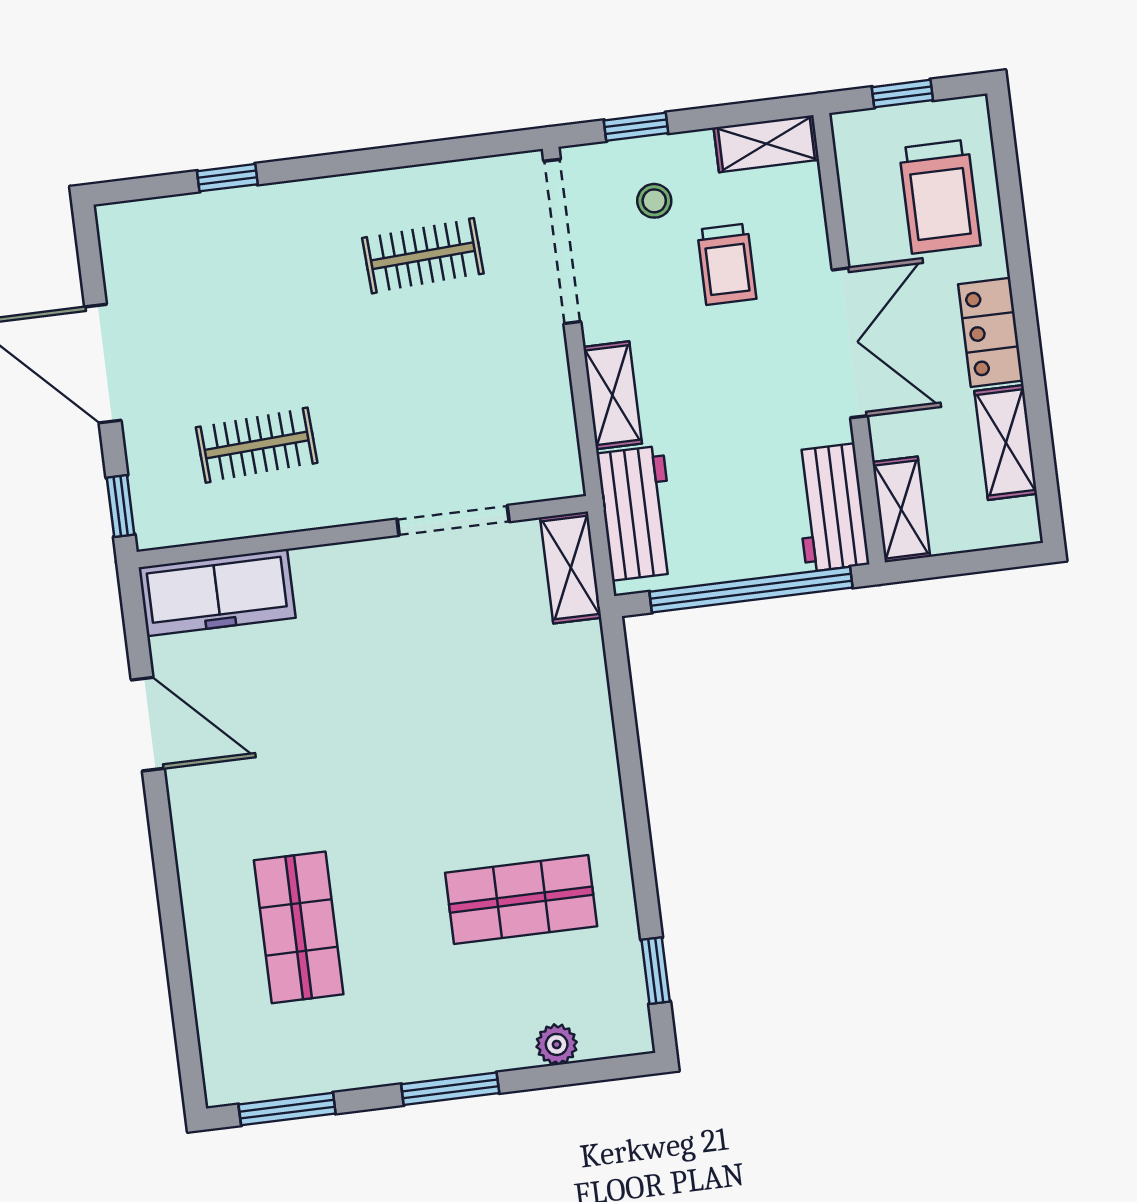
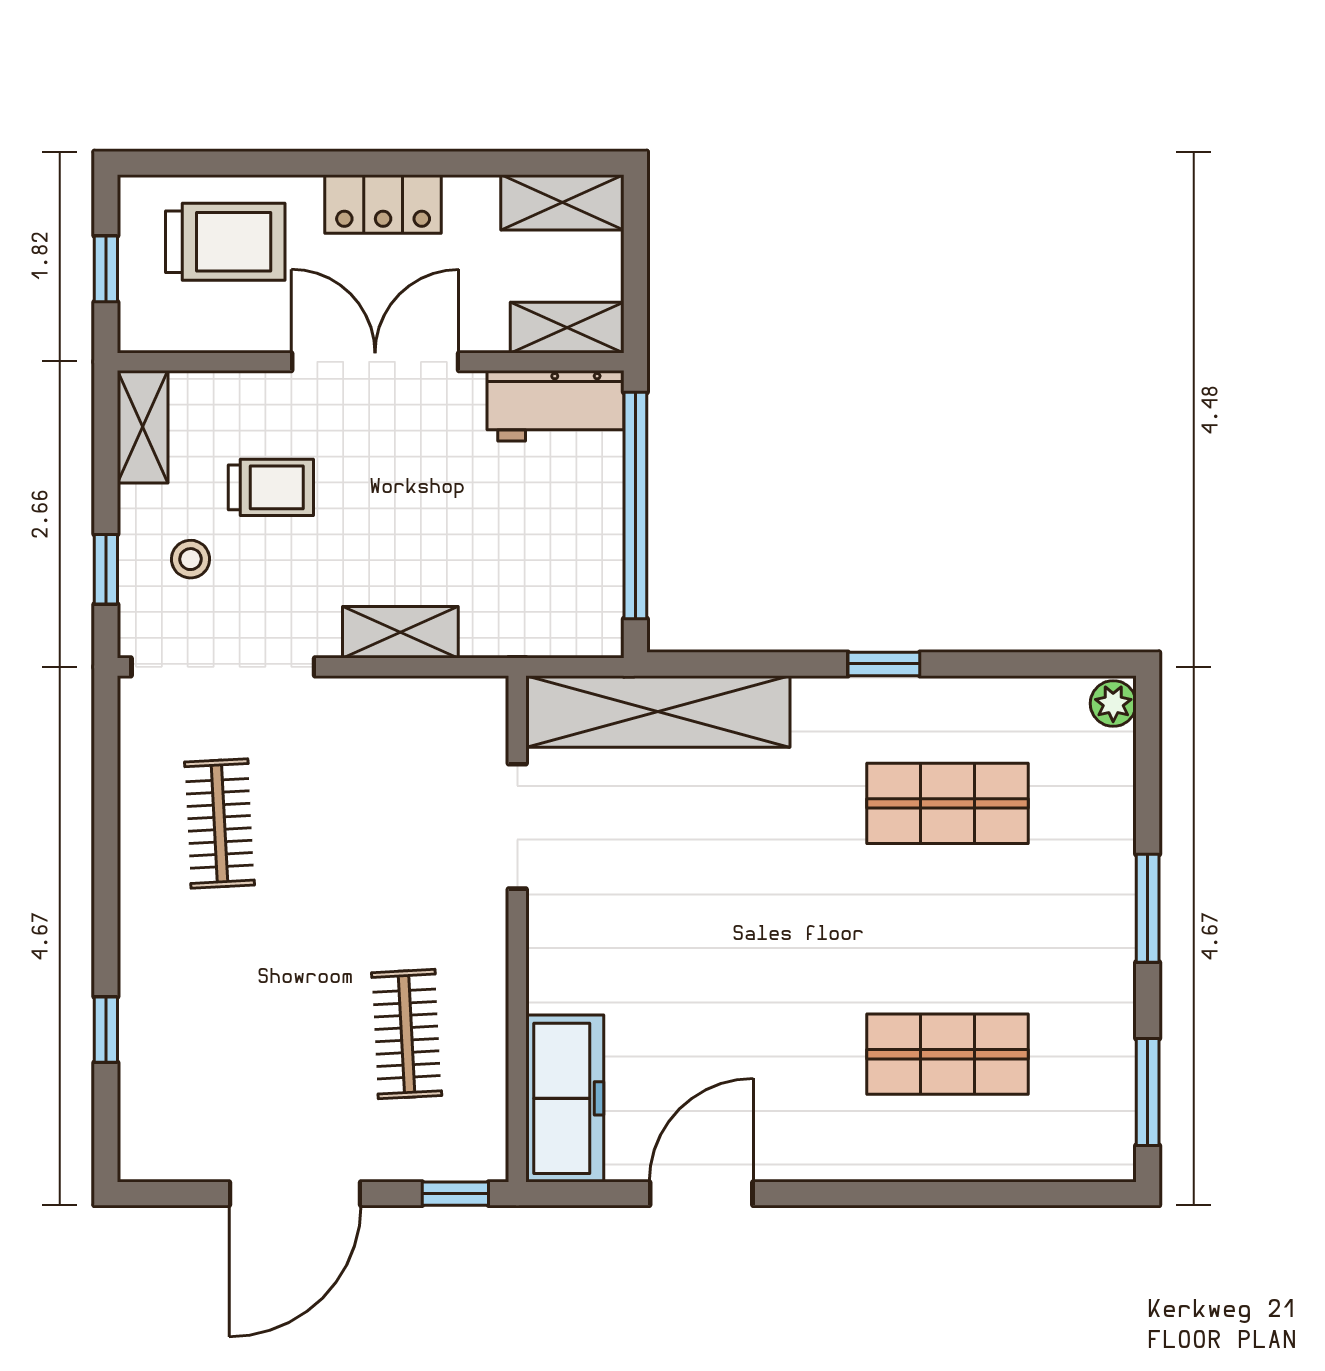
shelving: (1006, 442) -> (562, 202), moved
workbench: (637, 513) -> (535, 621), removed
shelving: (571, 568) -> (658, 711), width x2.20, depth x1.33
shop shelf: (521, 900) -> (948, 803), turned 90
window: (656, 971) -> (884, 664), moved
plant: (557, 1044) -> (1113, 703), moved

